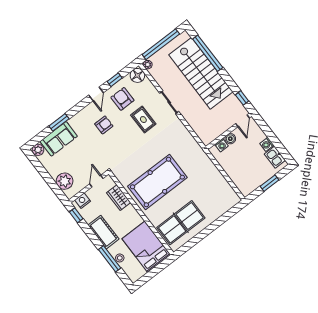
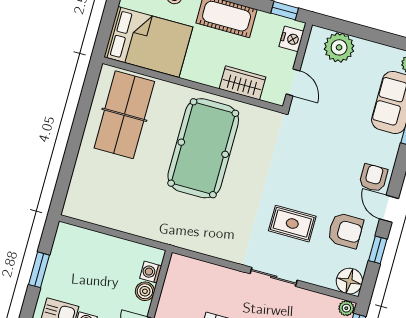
armchair: (104, 125) -> (373, 178), moved, turned 180

